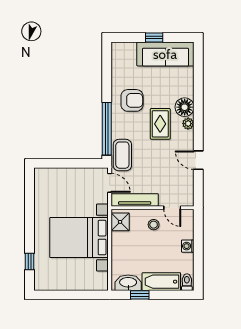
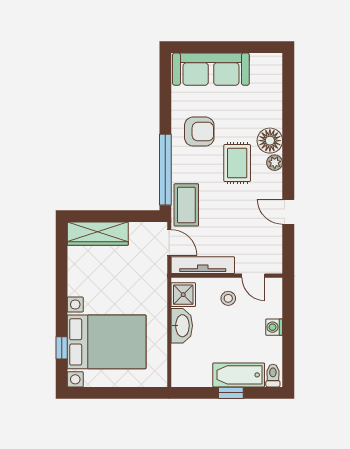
window: (154, 38) -> (229, 47), removed
sofa: (165, 54) -> (211, 69), moved
wardrobe: (56, 176) -> (98, 234), added
bed with nightstands: (79, 238) -> (107, 342), moved, turned 180
washbasin: (128, 283) -> (182, 326), moved, turned 90
window: (140, 295) -> (231, 393), moved

